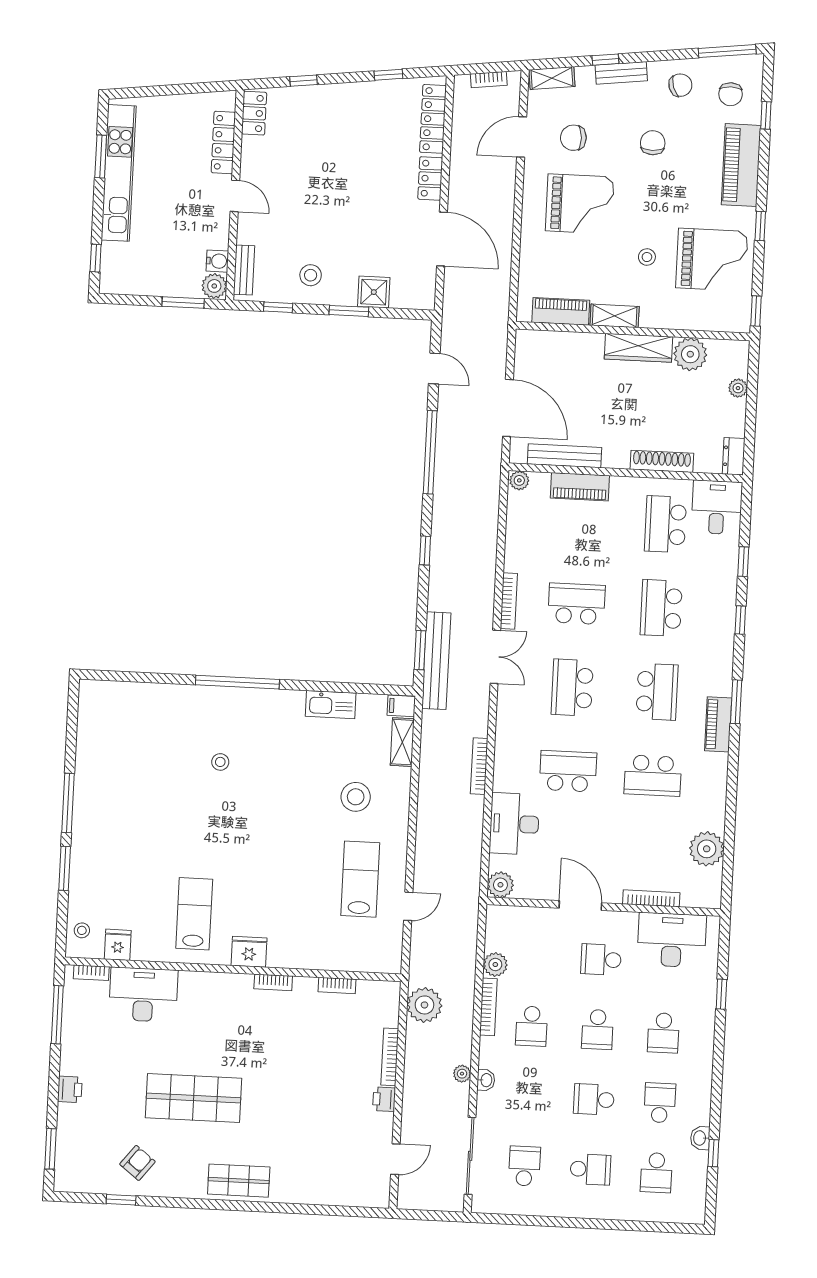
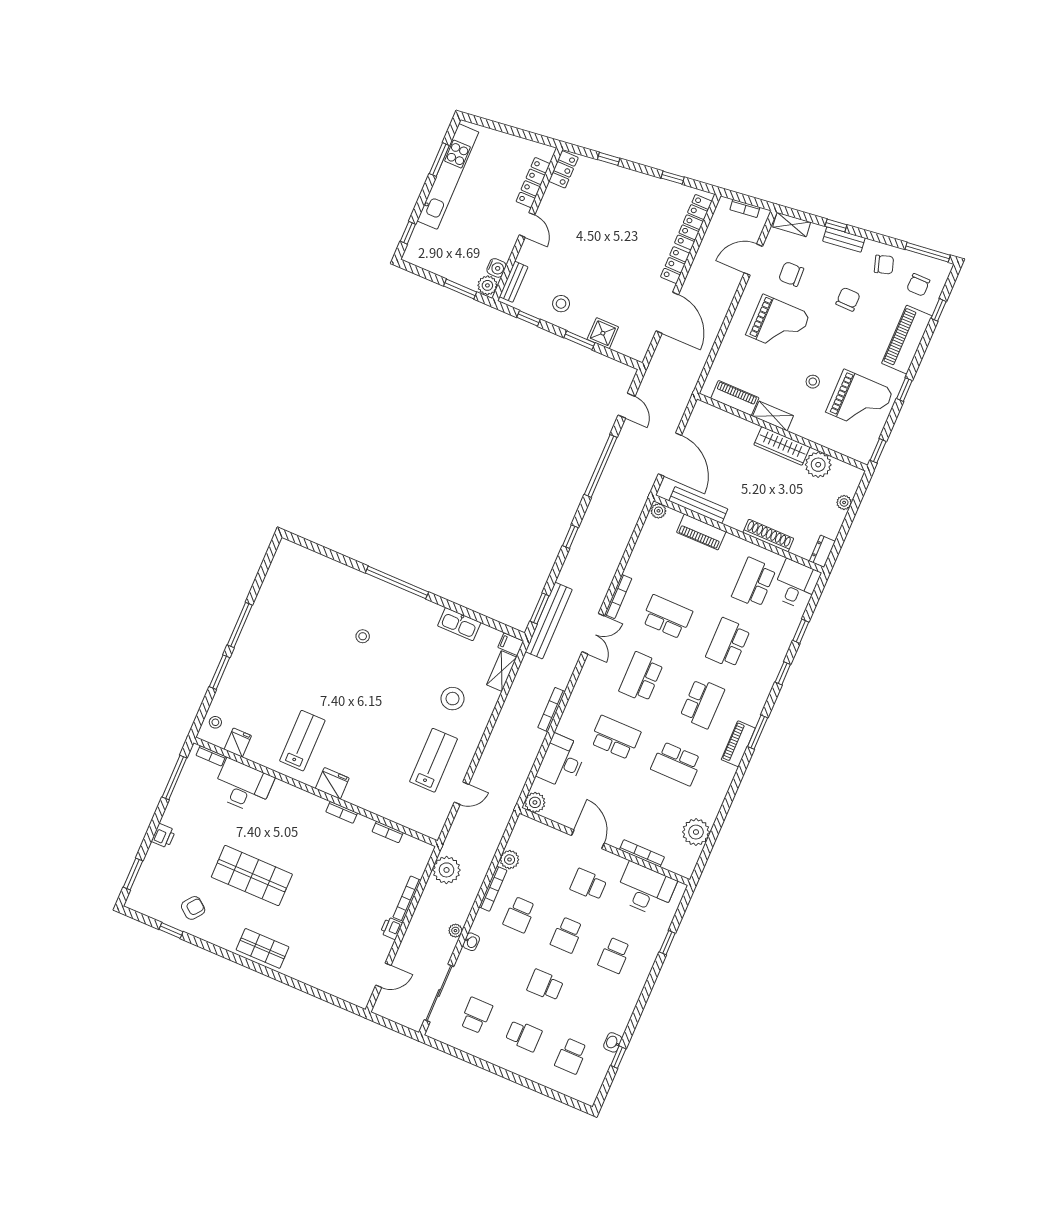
school desk: (660, 1103) -> (593, 1006), removed

